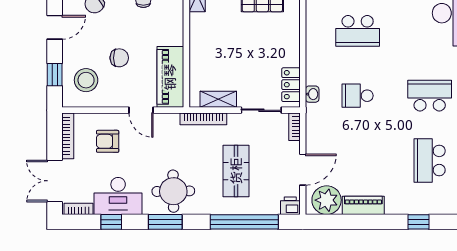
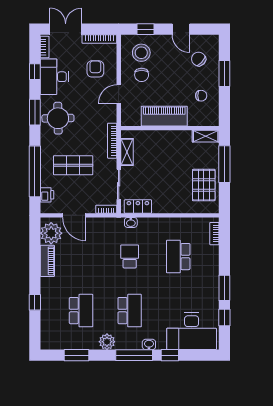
chair: (119, 58) -> (142, 75), moved
piano: (170, 77) -> (164, 116), moved
school desk: (430, 160) -> (81, 311), turned 90
printer: (290, 206) -> (47, 195), moved

